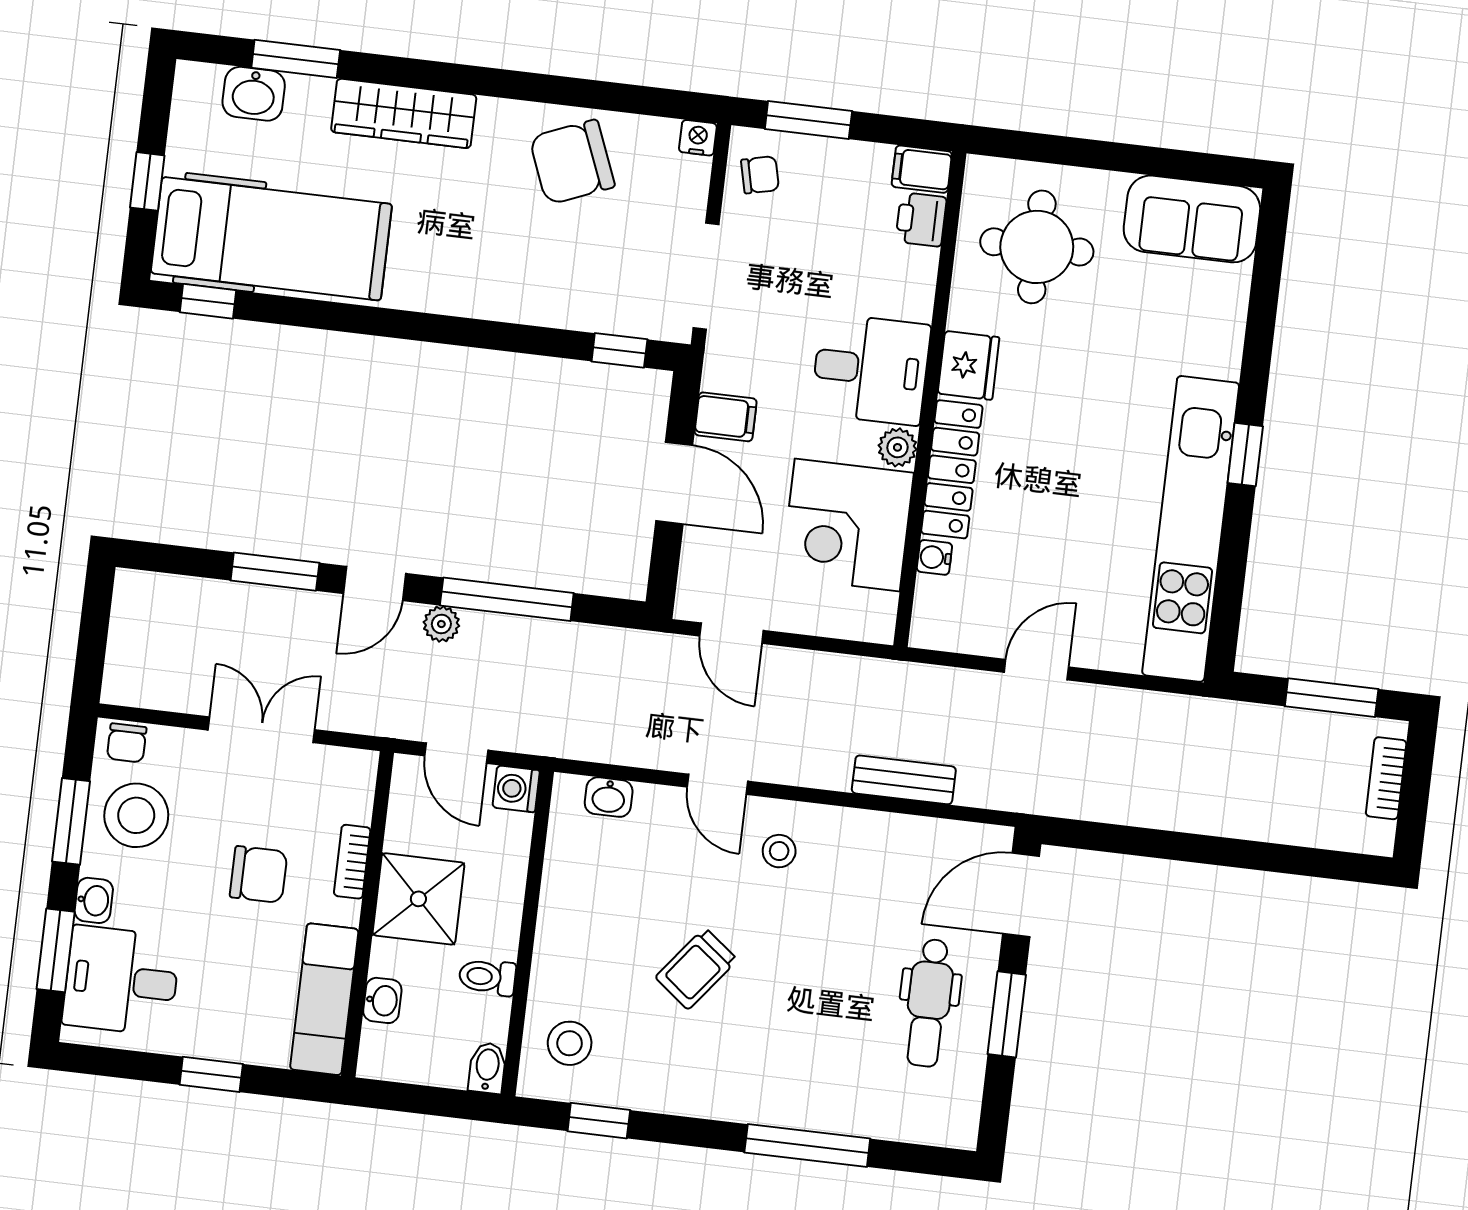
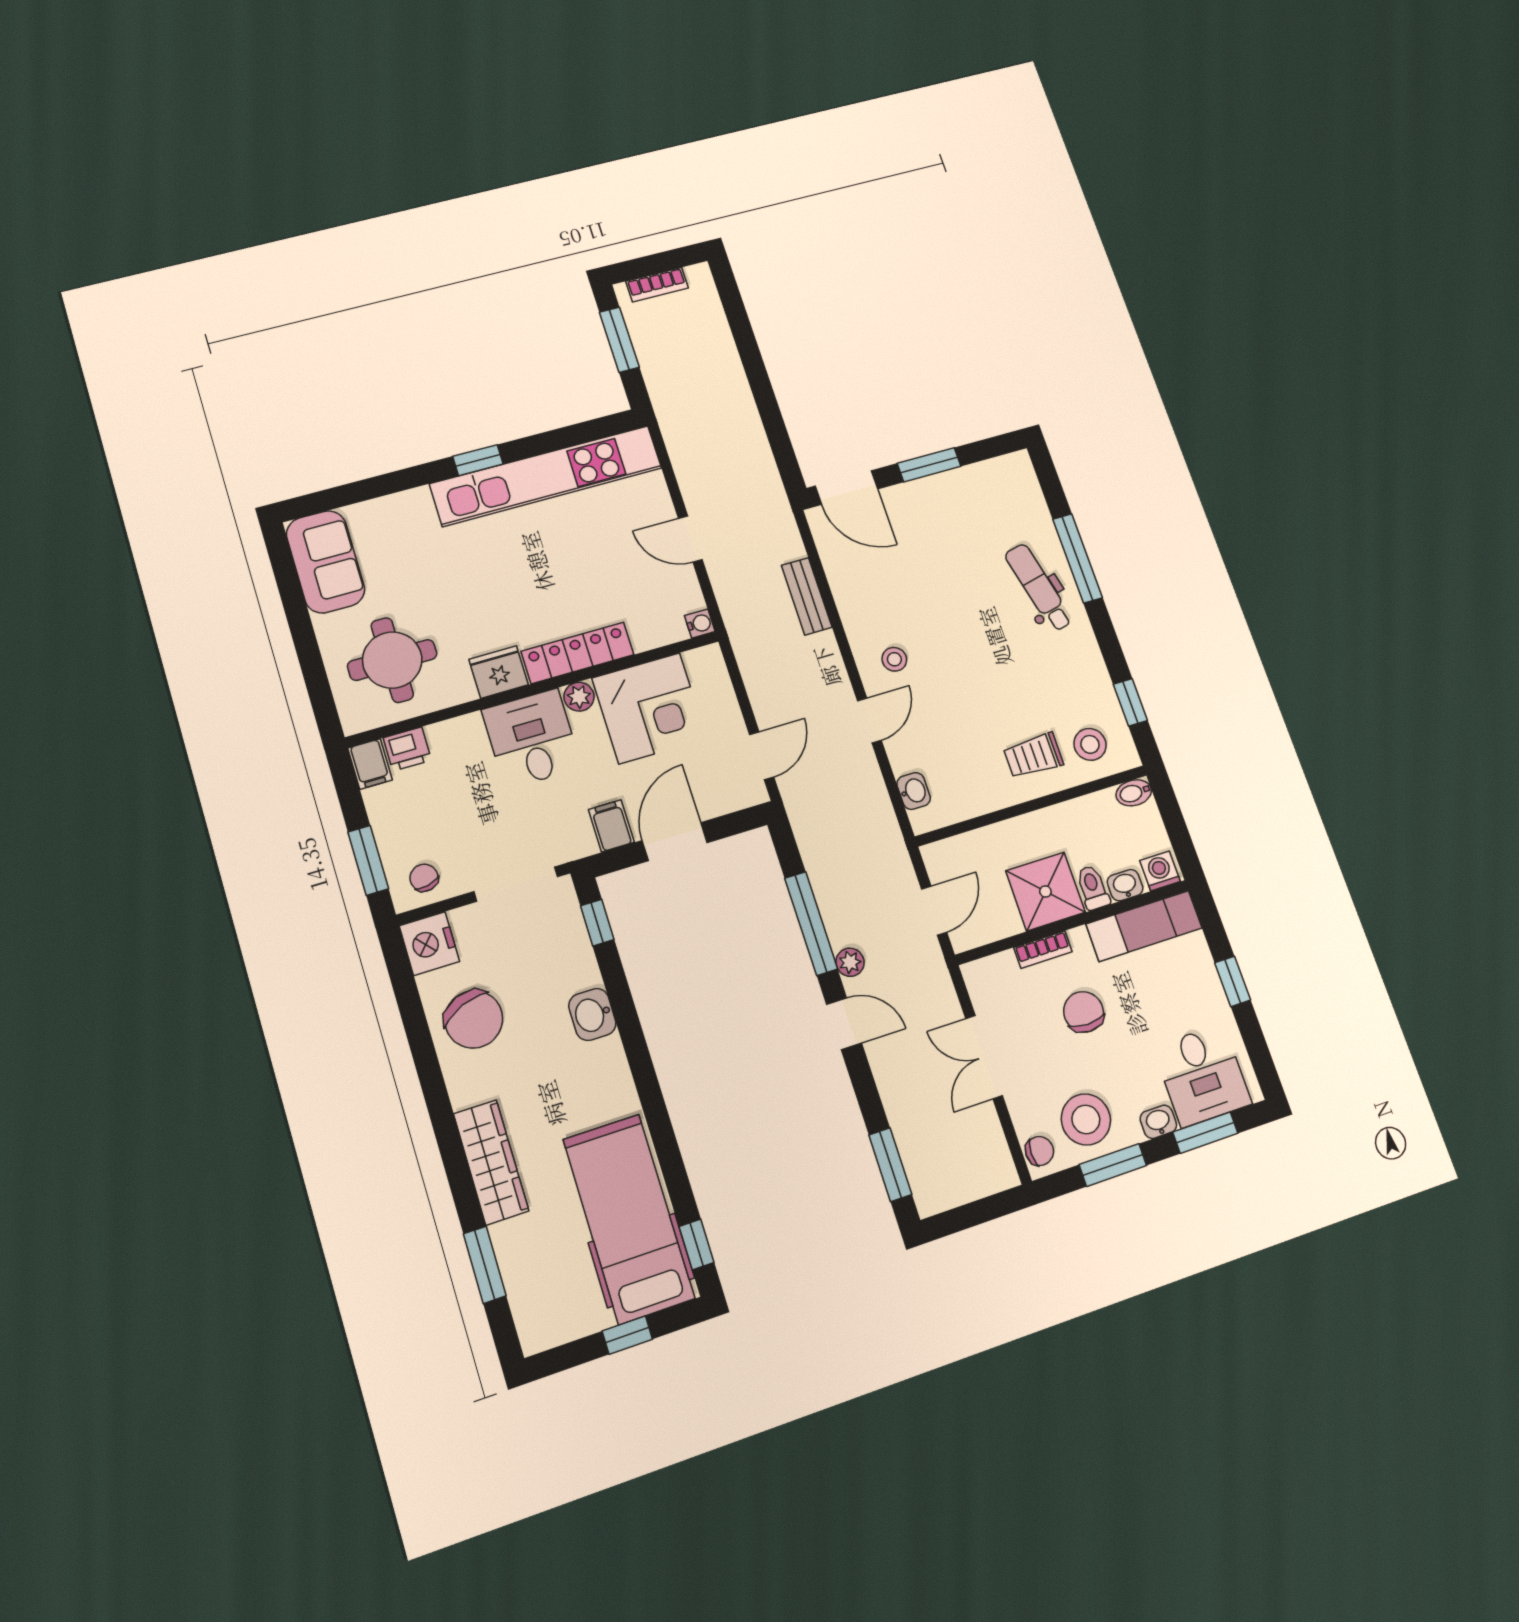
washbasin: (254, 94) -> (592, 1014), moved, turned 180
nightstand: (698, 138) -> (429, 944), width x1.89, depth x1.79
water cooler: (934, 557) -> (700, 624), moved, turned -90
window: (275, 572) -> (890, 1165), moved
washing machine: (516, 789) -> (1160, 871), moved, turned 180
trolley: (696, 969) -> (1033, 756), moved, turned 142
toilet: (487, 977) -> (1093, 888), moved, turned 180
dental chair: (929, 1003) -> (1039, 588), moved, turned -103

